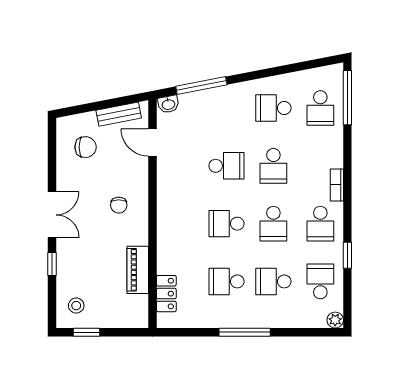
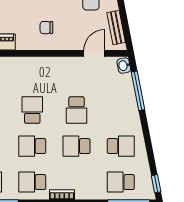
window: (323, 62) -> (156, 184), added
school desk: (273, 108) -> (121, 146), turned 90

